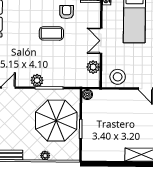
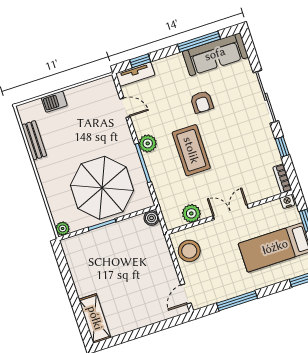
armchair: (67, 12) -> (202, 102), moved, turned 90
coffee table: (51, 33) -> (191, 150), moved, width x1.36, depth x1.32
plant: (45, 156) -> (63, 228), moved

